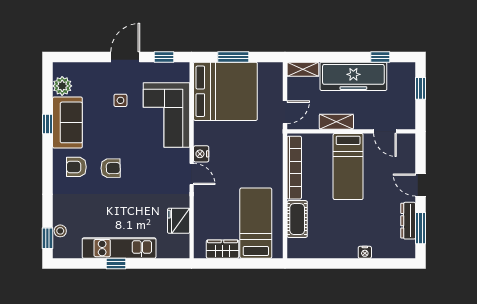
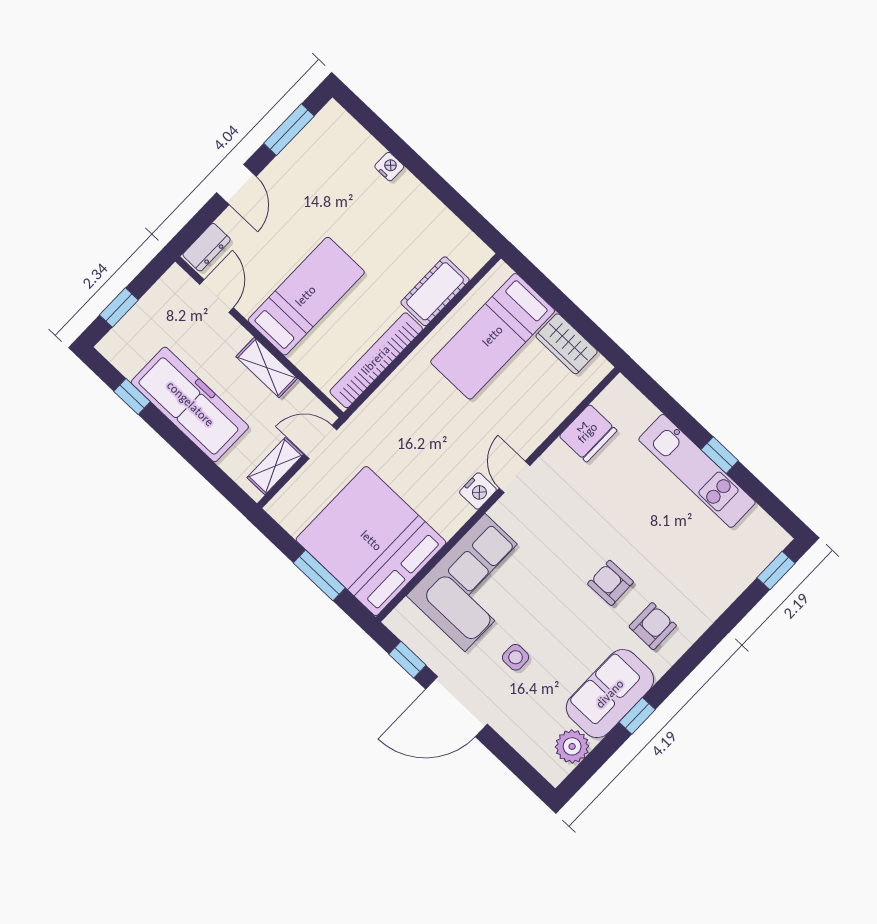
door: (125, 57) -> (457, 707), width x1.36
shelving: (303, 69) -> (275, 466), moved, turned 90
armchair: (76, 167) -> (653, 626), turned -90
dresser: (408, 221) -> (207, 247), moved, width x0.70
stool: (60, 231) -> (751, 564), removed

